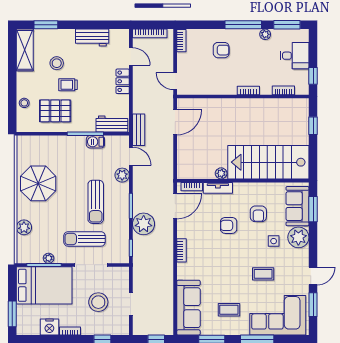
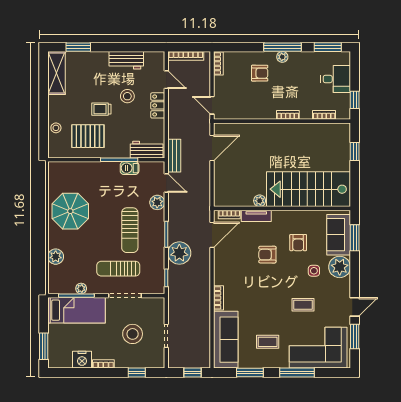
plant: (265, 34) -> (282, 57), moved
stool: (57, 63) -> (127, 96), moved
bookcase: (181, 250) -> (219, 298), moved
bed: (44, 285) -> (77, 310), width x0.67

